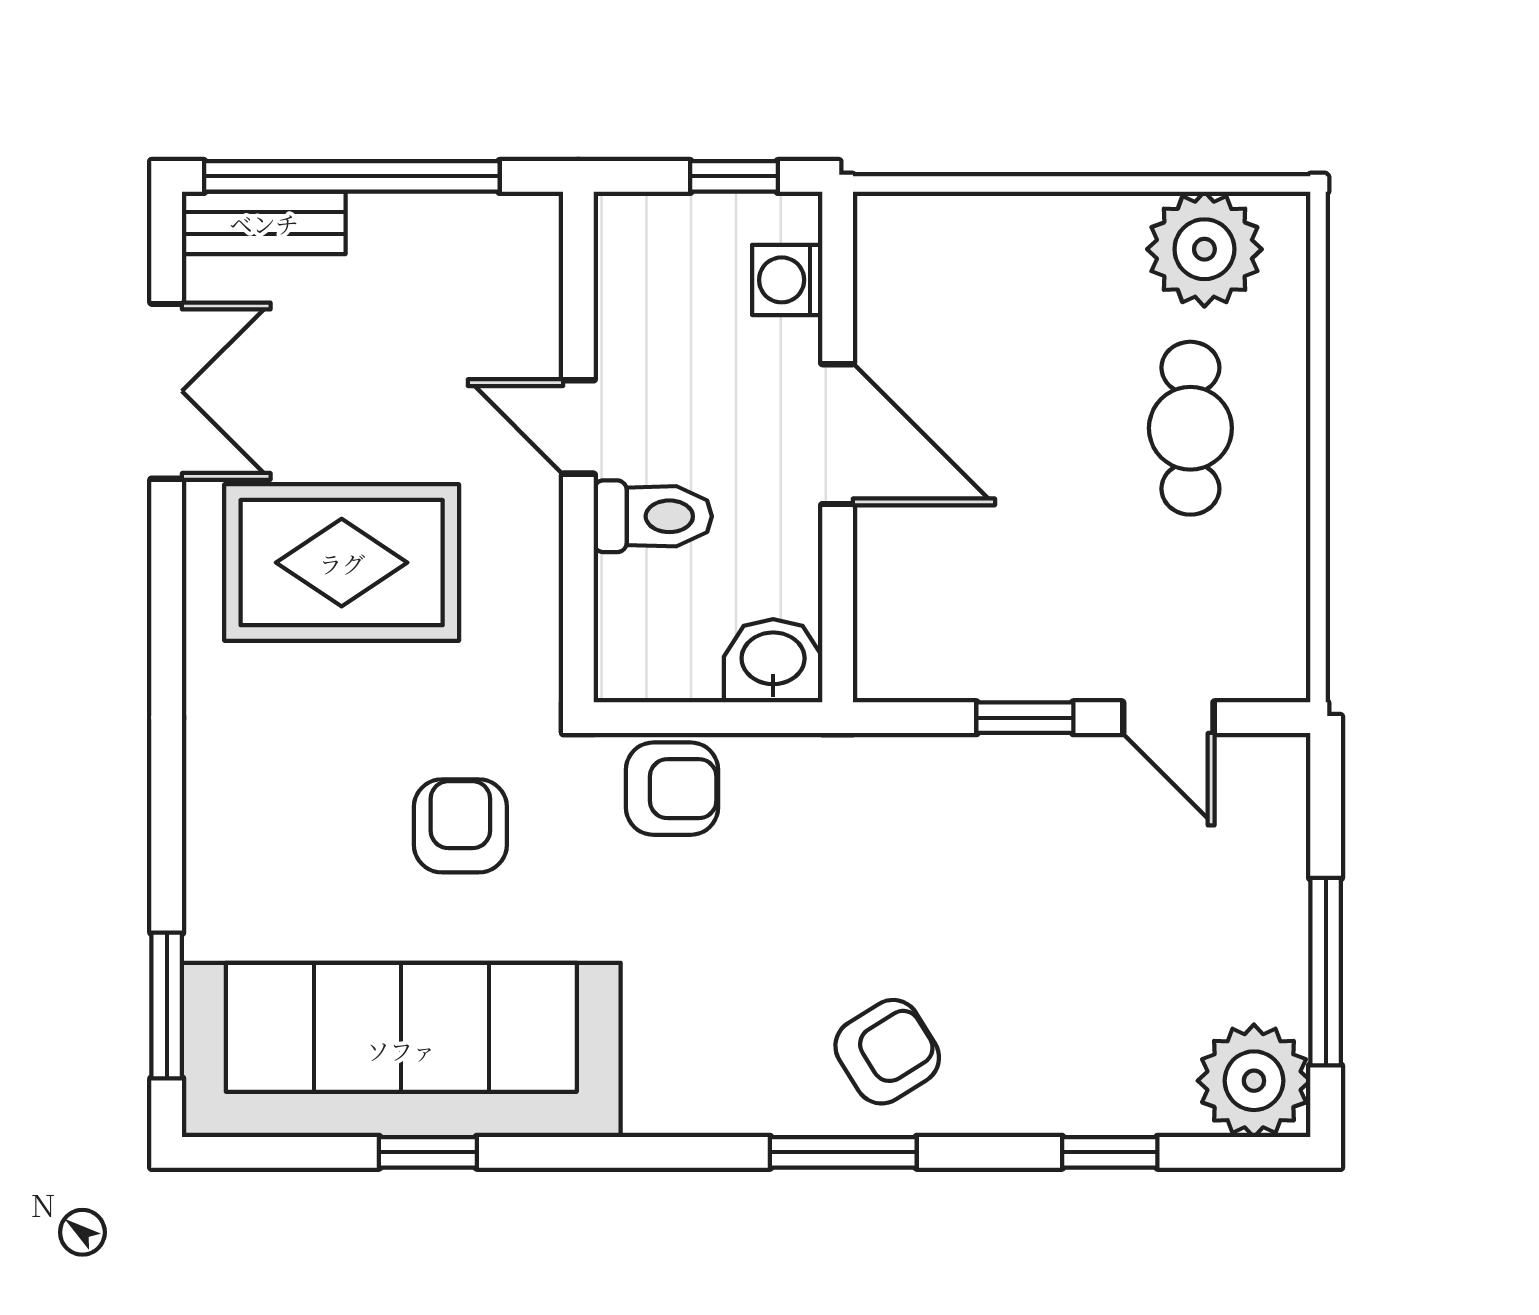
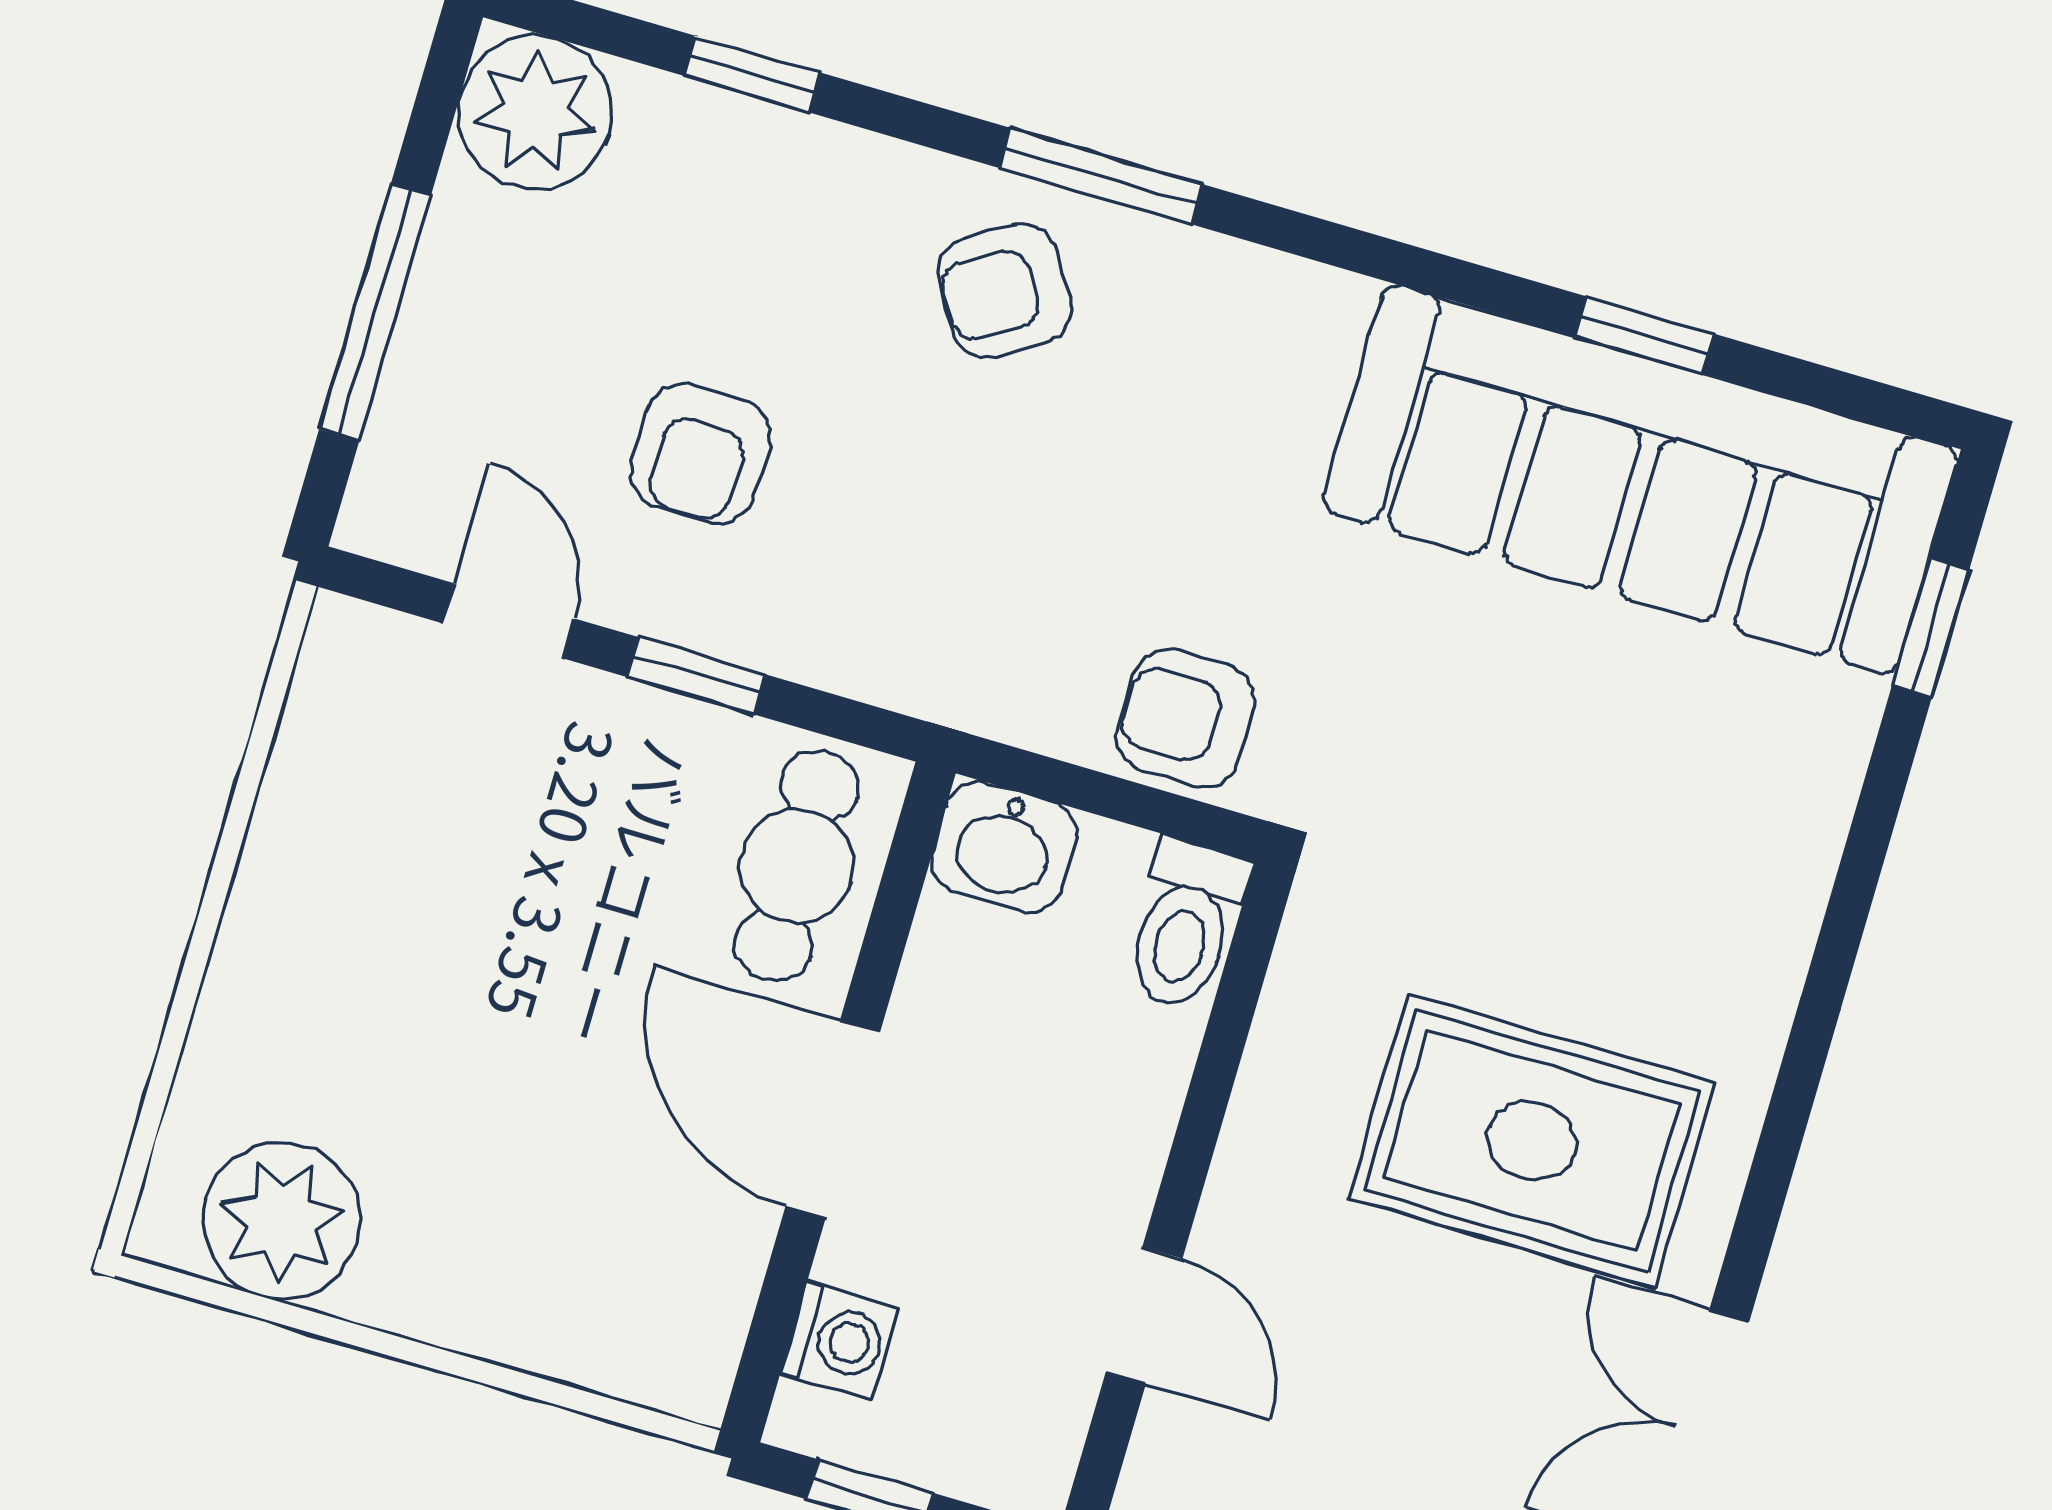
door: (578, 427) -> (1144, 1315), moved
cafe table: (1190, 428) -> (797, 866), moved
toilet: (653, 516) -> (1186, 925), moved, turned -90
armchair: (460, 826) -> (700, 454), moved
window: (1326, 972) -> (375, 312), moved
window: (167, 1006) -> (1931, 627), width x0.67

